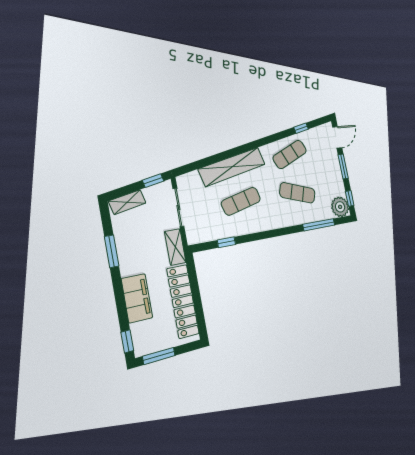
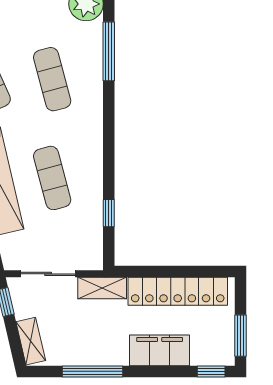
exercise mat: (297, 193) -> (52, 79), turned -33
window: (112, 251) -> (92, 371), width x1.44

